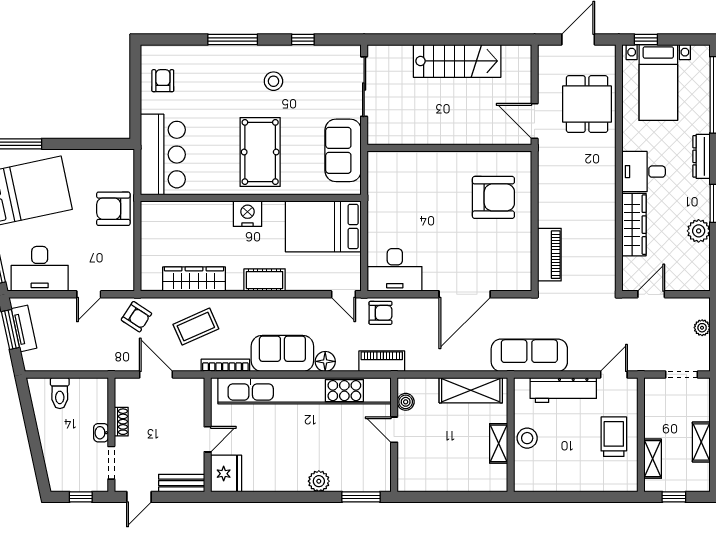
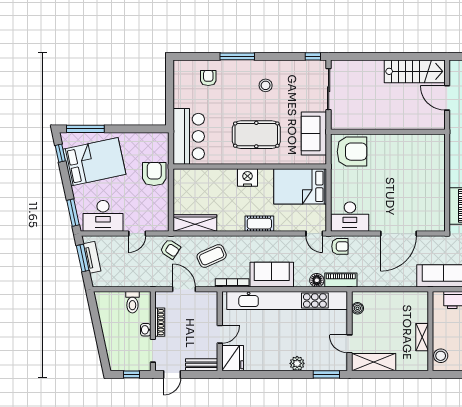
window: (303, 39) -> (313, 56), moved
stairs: (457, 61) -> (415, 71), moved
armchair: (163, 81) -> (208, 78), moved
door: (535, 121) -> (447, 98), moved
pool table: (260, 152) -> (256, 135), turned 90
armchair: (493, 197) -> (352, 152), moved
armchair: (113, 209) -> (154, 174), turned 90
wardrobe: (194, 279) -> (195, 223), moved
floor lamp: (325, 361) -> (317, 280), moved
shelving: (471, 390) -> (374, 362), moved
toilet: (60, 393) -> (132, 302), moved
shoe rack: (121, 422) -> (160, 322), width x1.43
door: (394, 430) -> (349, 344), moved
stool: (527, 438) -> (441, 356), moved

